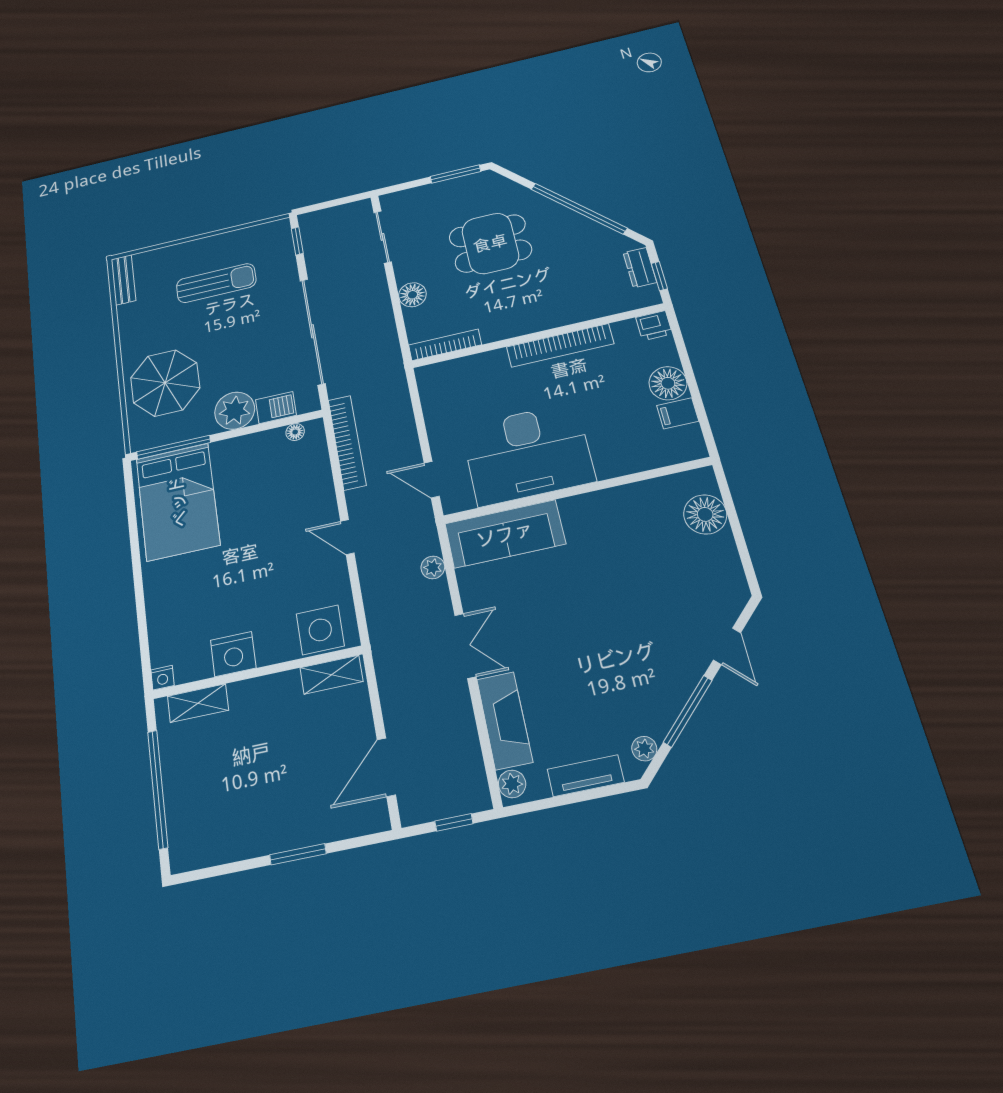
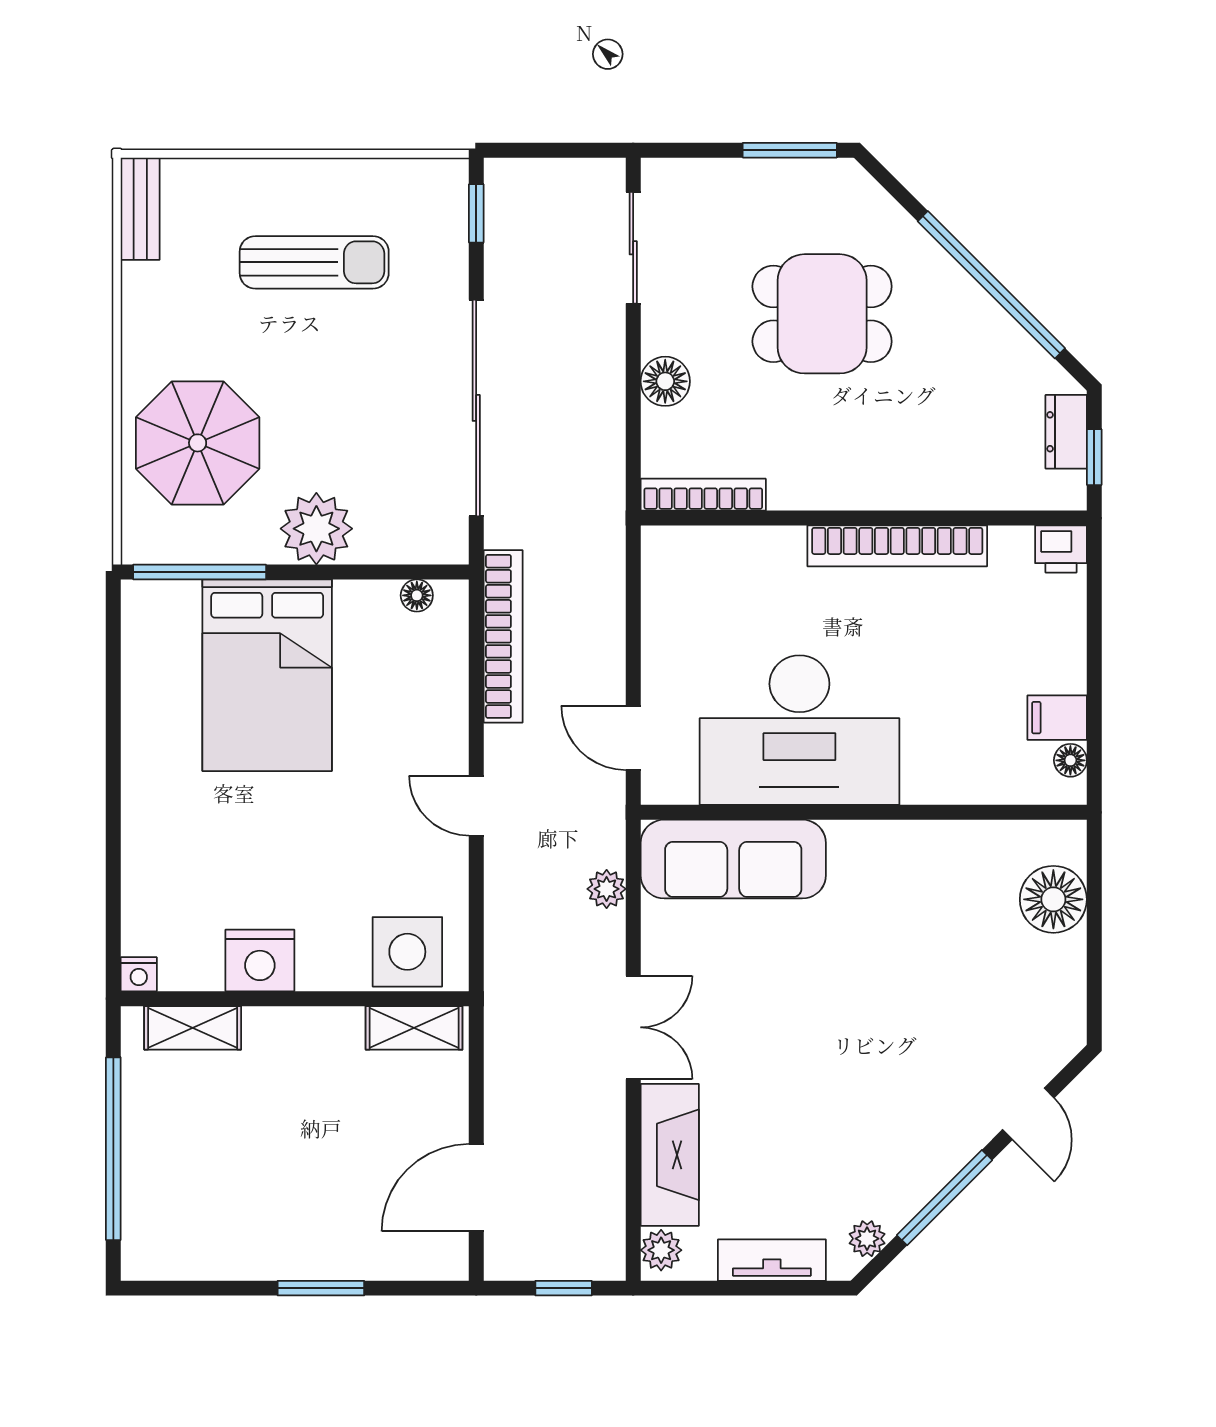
floor lamp: (668, 383) -> (1070, 760), moved, width x0.53, depth x0.53
barbecue: (276, 408) -> (390, 541), removed
bed: (178, 502) -> (267, 675), moved

